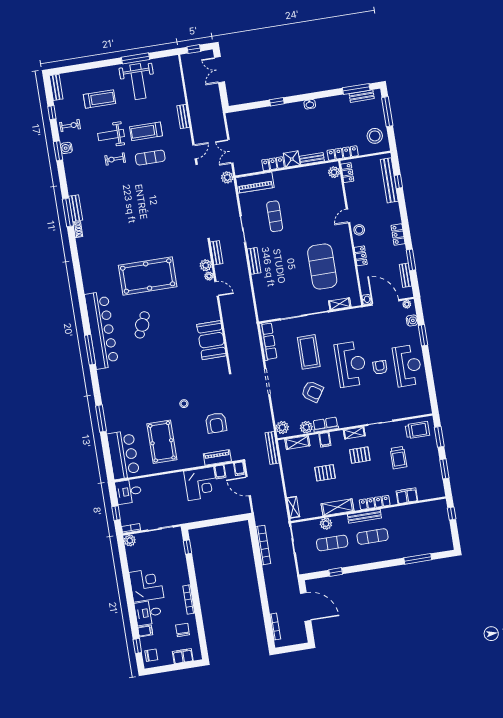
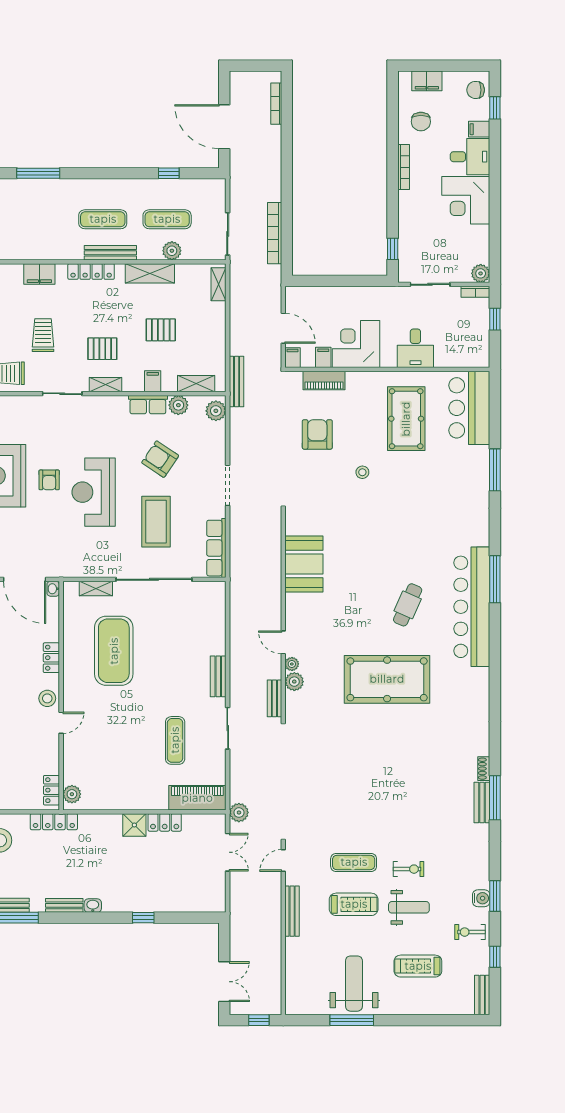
bench: (183, 117) -> (292, 911), width x1.36
bench: (312, 159) -> (64, 905), moved
desk: (128, 492) -> (415, 348), moved, turned 90

